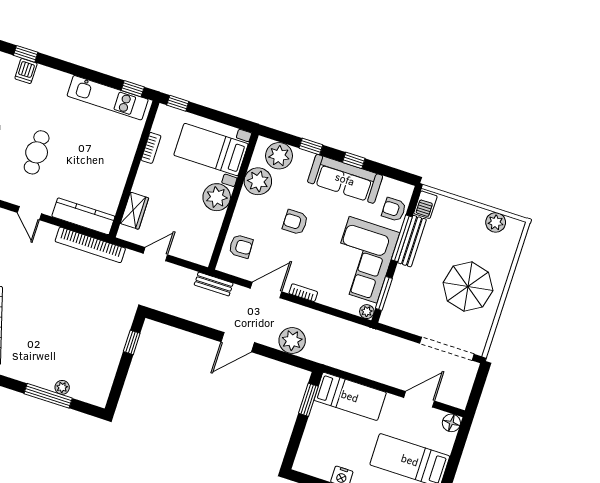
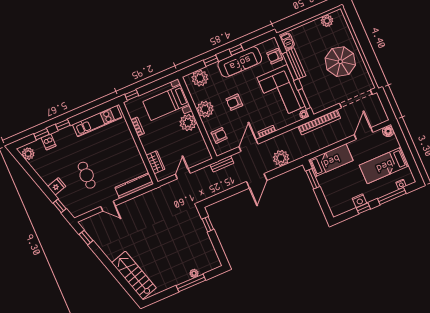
window: (133, 89) -> (63, 125), moved
plant: (258, 181) -> (205, 109), moved
bookcase: (90, 245) -> (319, 122), moved

